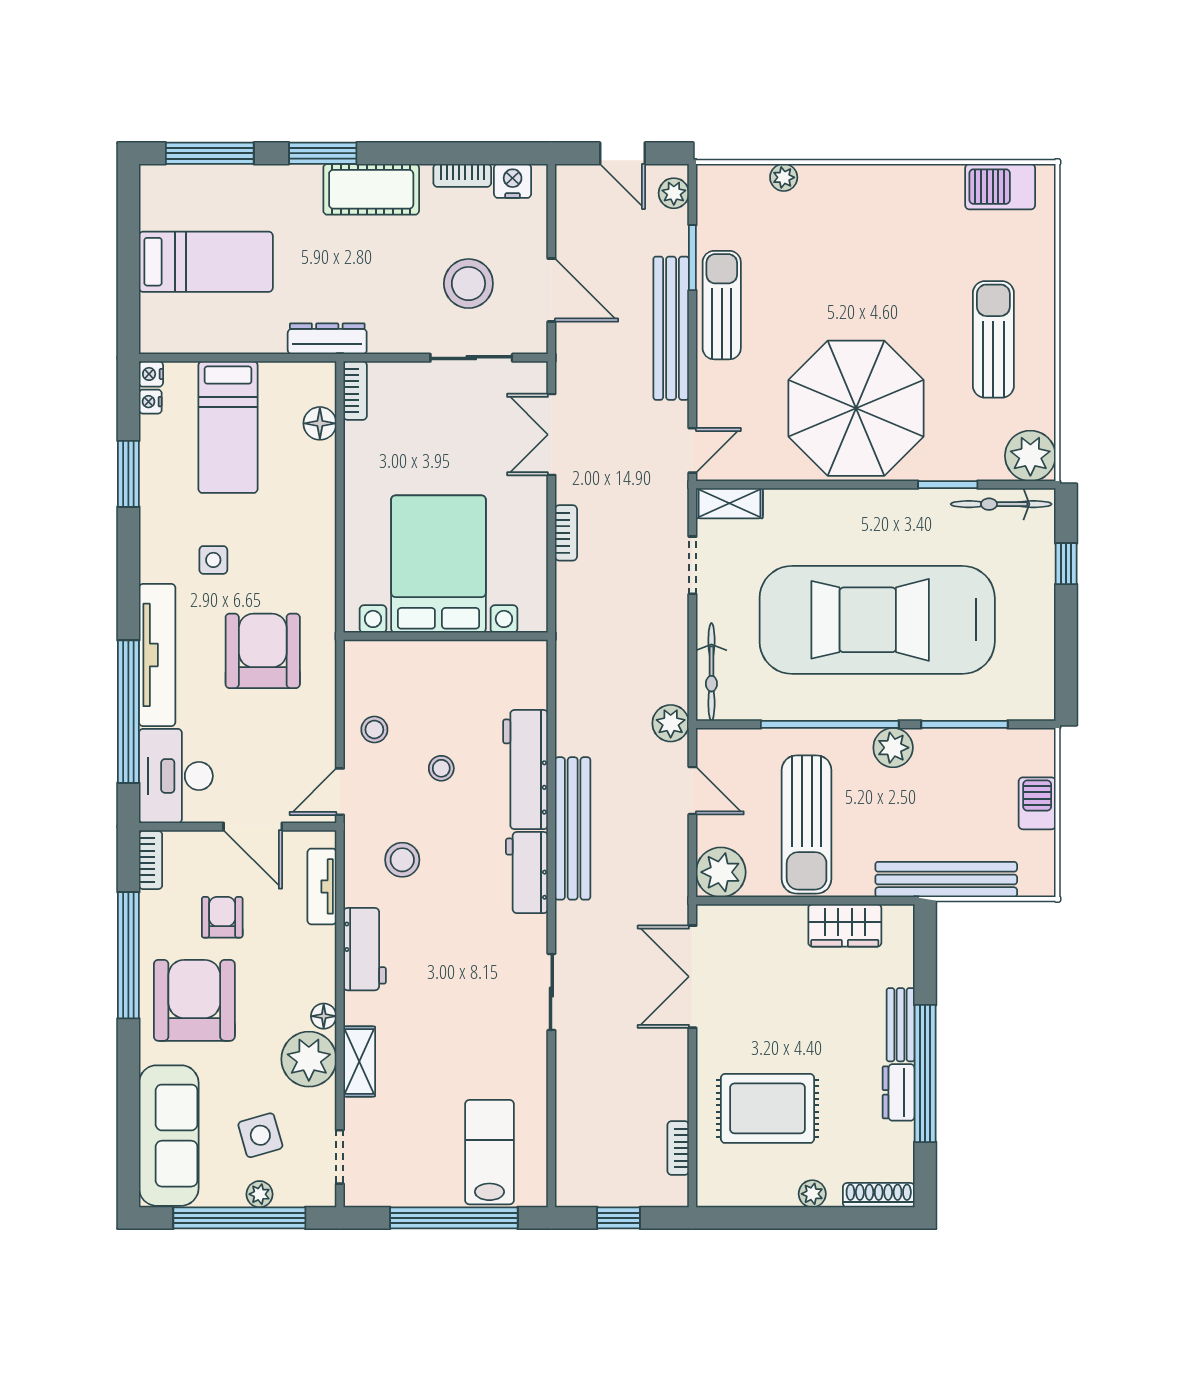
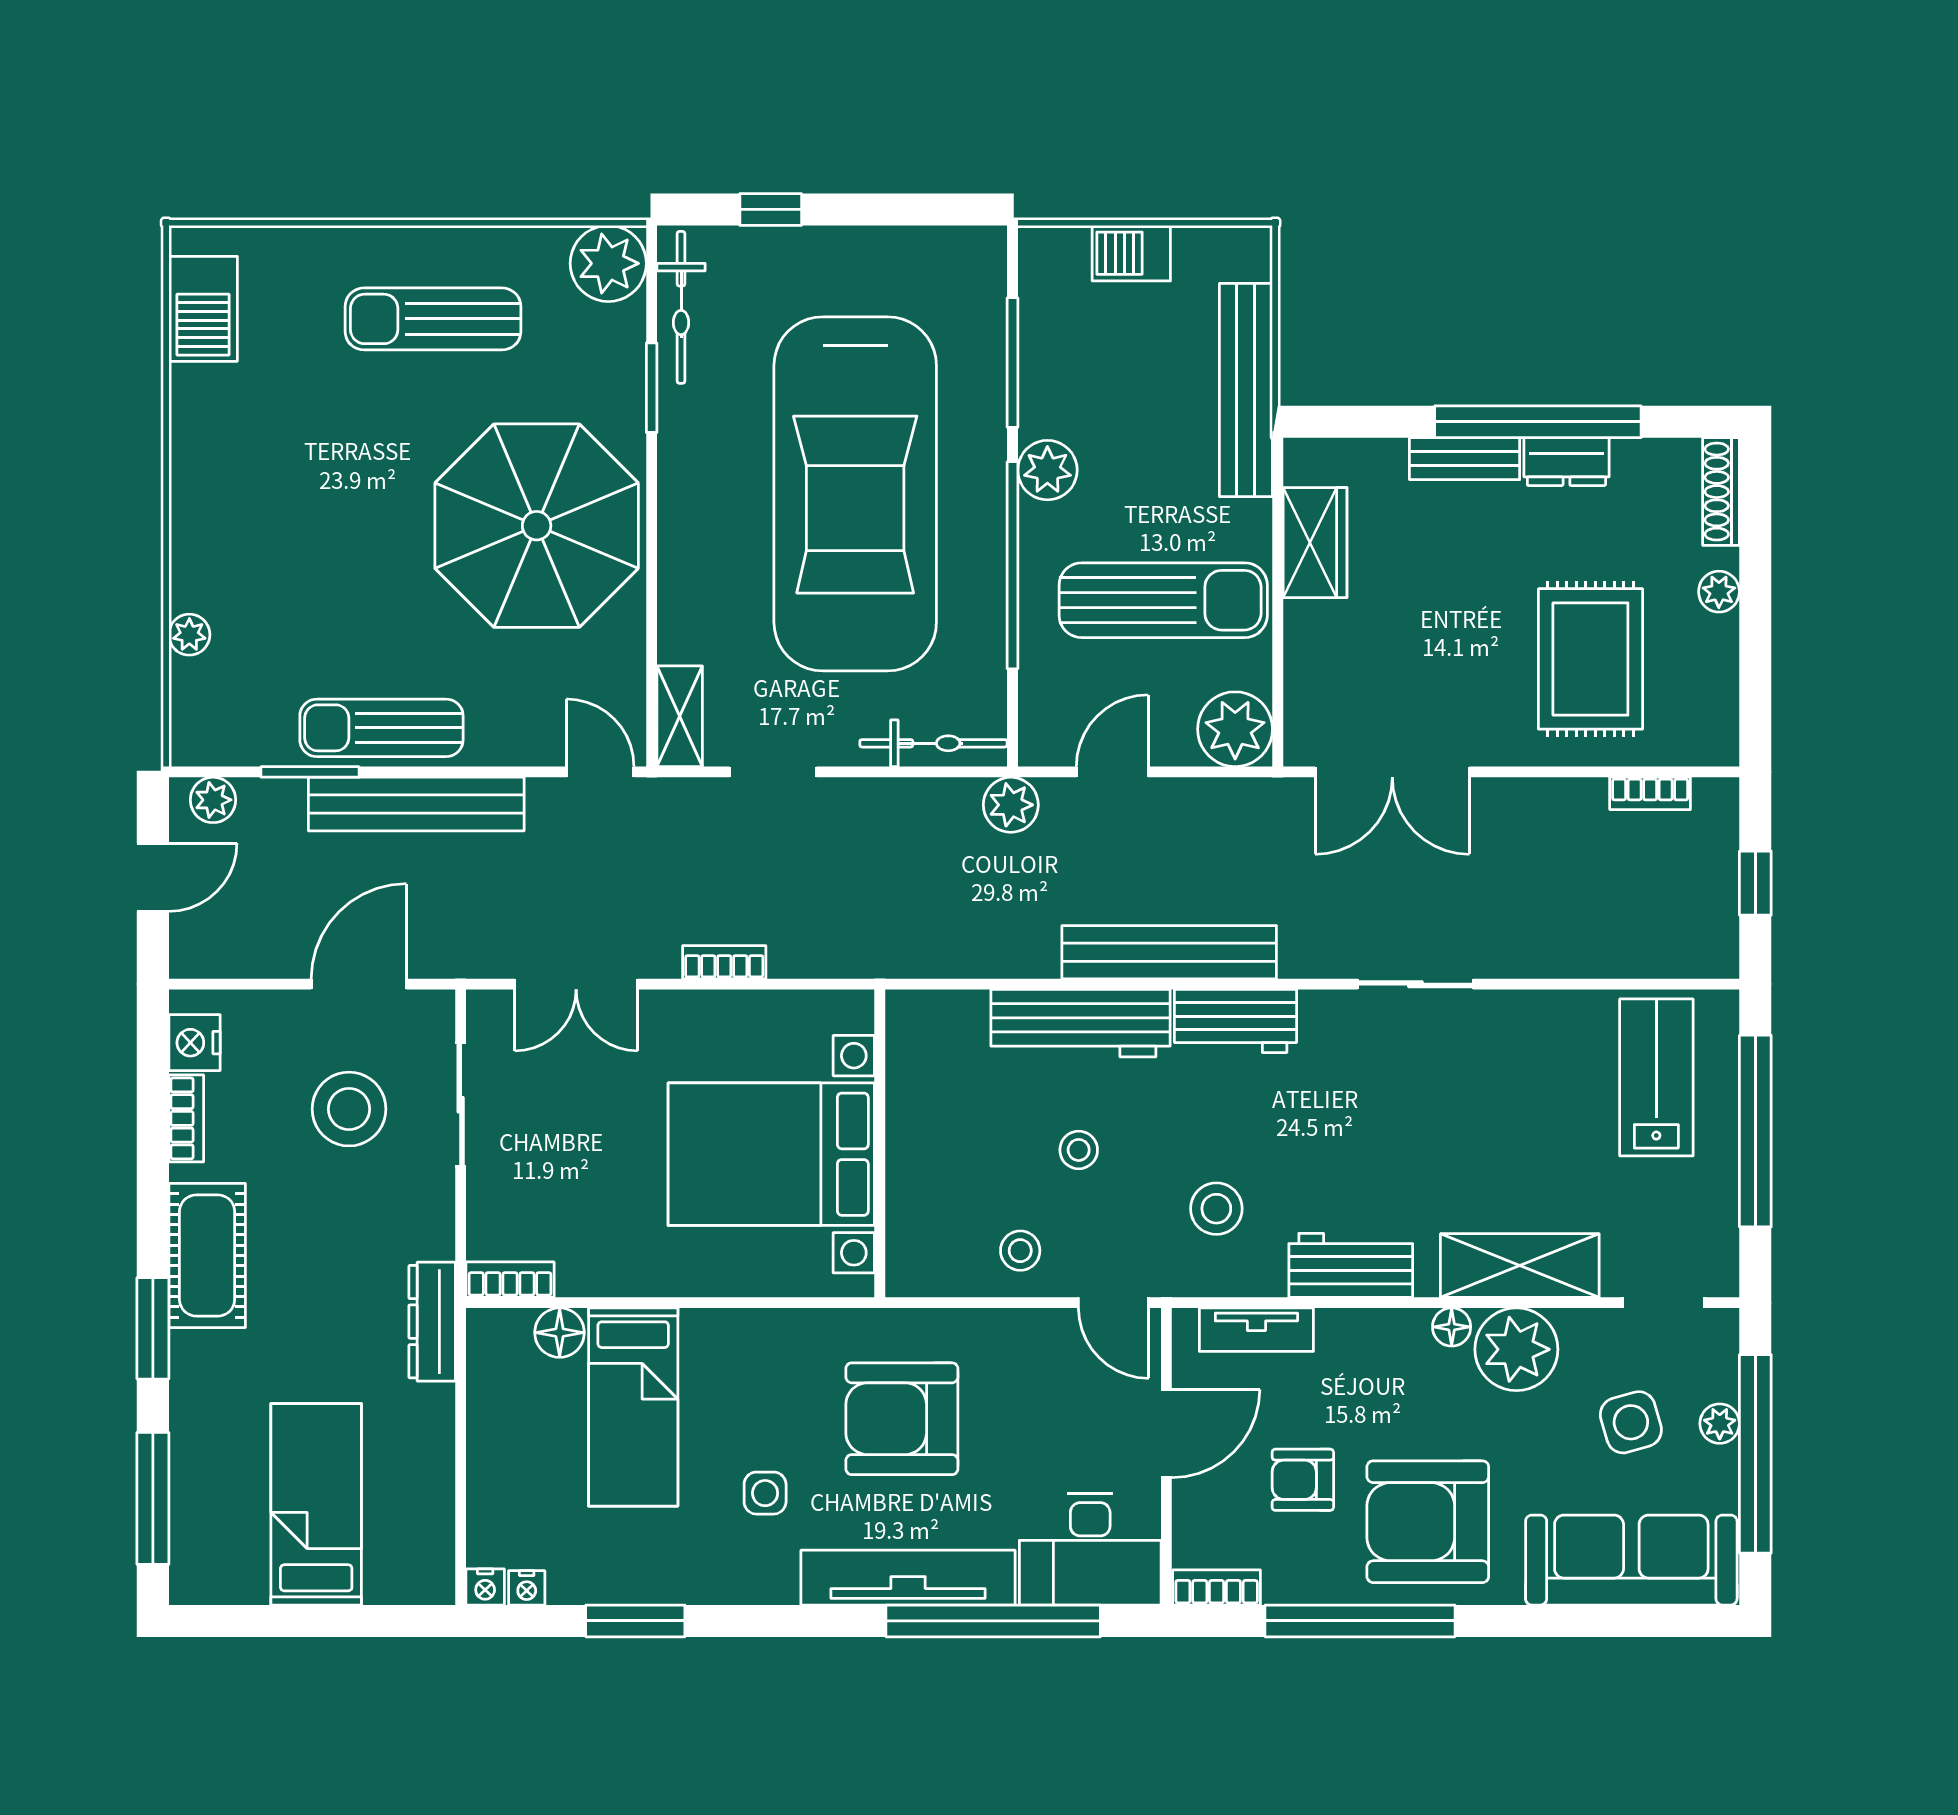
bed: (228, 427) -> (633, 1407), moved, turned 90
shelving: (359, 1061) -> (1520, 1266), width x1.50, depth x1.33
lab bench: (489, 1152) -> (1656, 1077), turned 90

